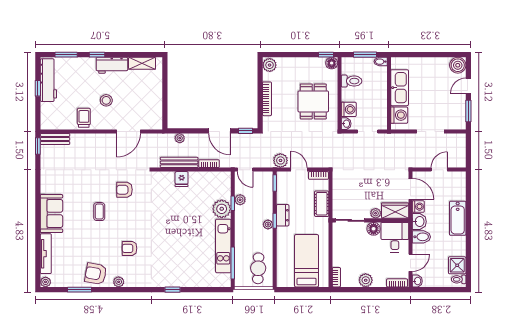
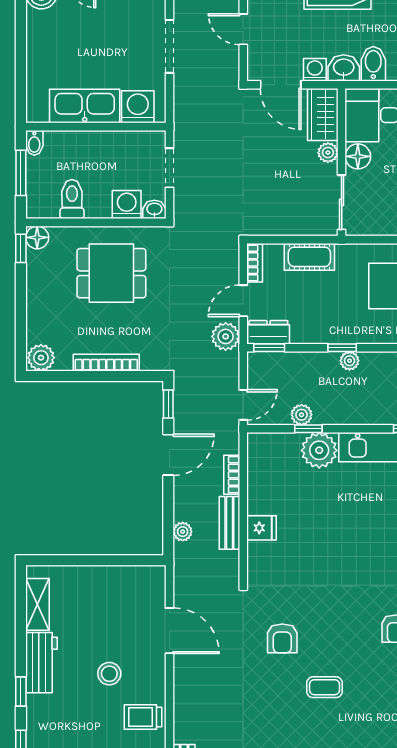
bench: (179, 162) -> (229, 523), width x0.73
door: (411, 189) -> (281, 85), swing flipped
dresser: (283, 215) -> (268, 332), moved

